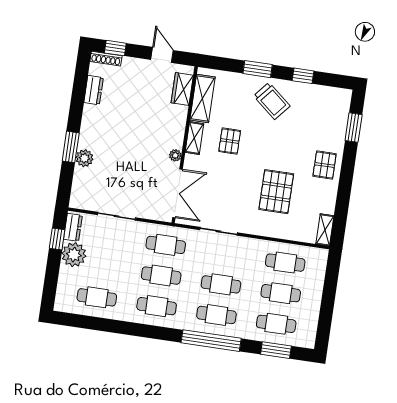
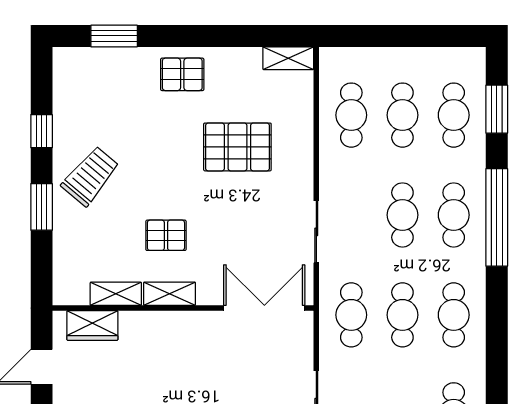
shelving: (203, 98) -> (116, 294), width x0.67, depth x0.75
plant: (175, 155) -> (202, 321), removed

